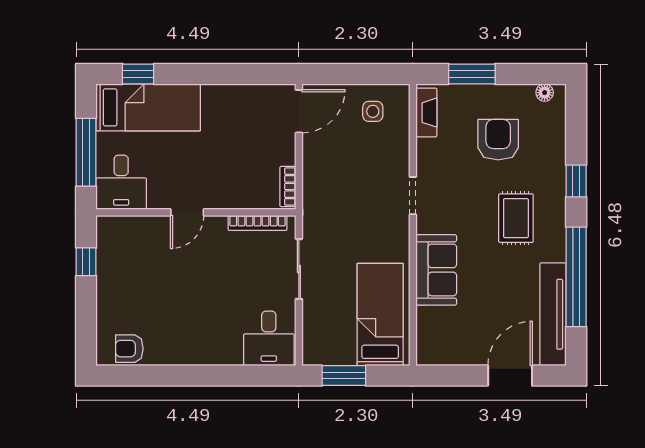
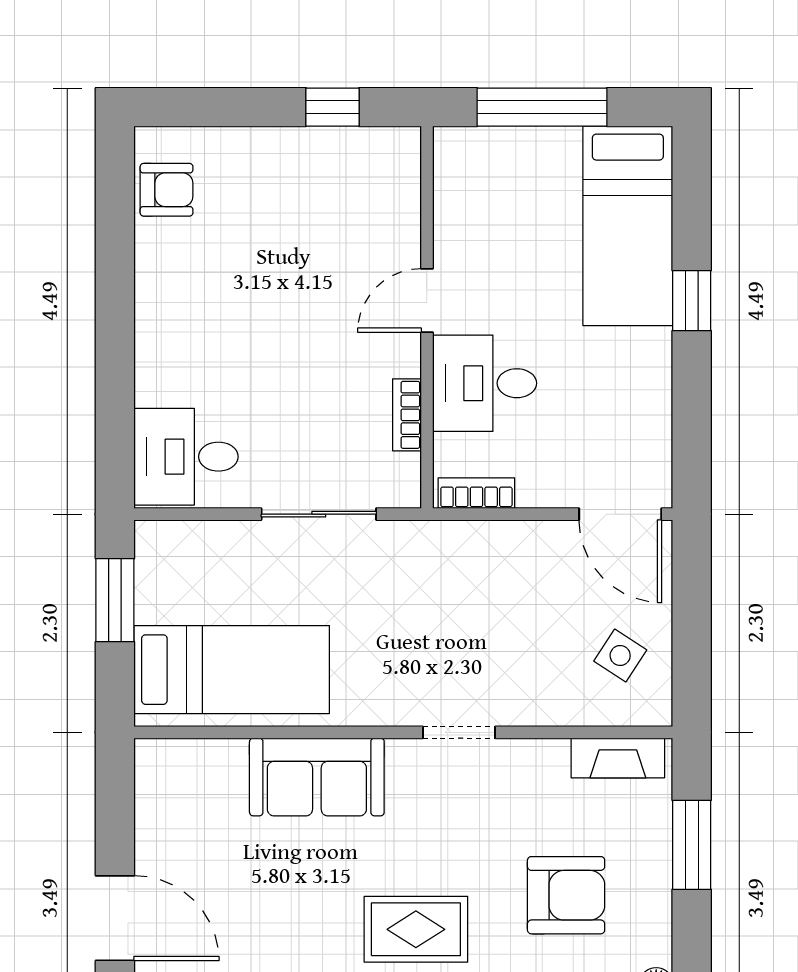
window: (138, 74) -> (692, 301), moved
side table: (373, 111) -> (620, 656), turned 33
desk: (121, 182) -> (485, 383), moved
door: (187, 212) -> (427, 300), hinge flipped
bookcase: (258, 223) -> (407, 415), width x0.64
armchair: (129, 349) -> (167, 190), turned 90

